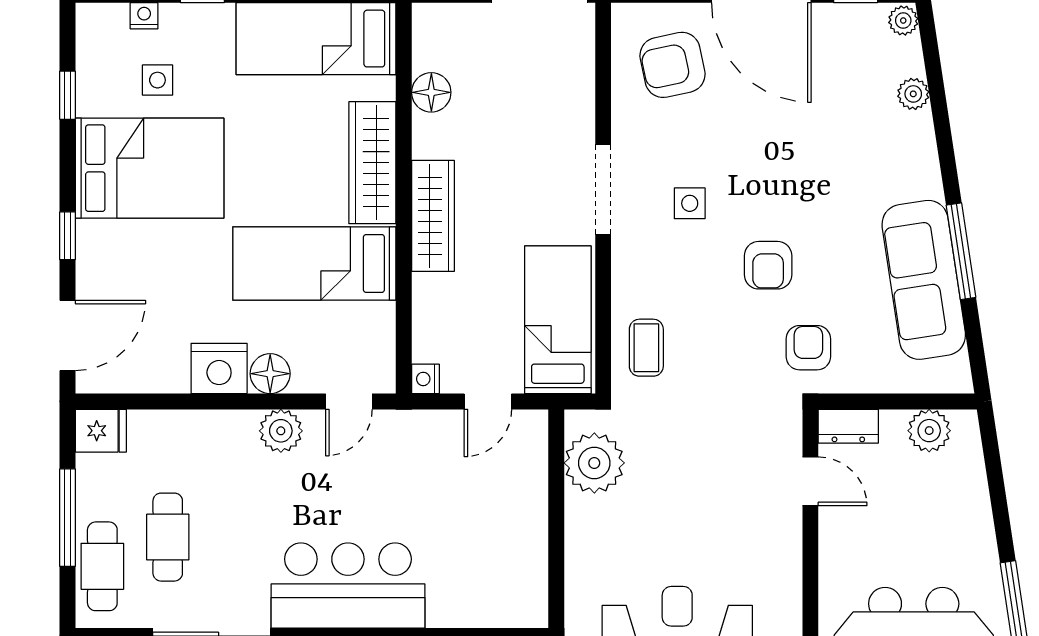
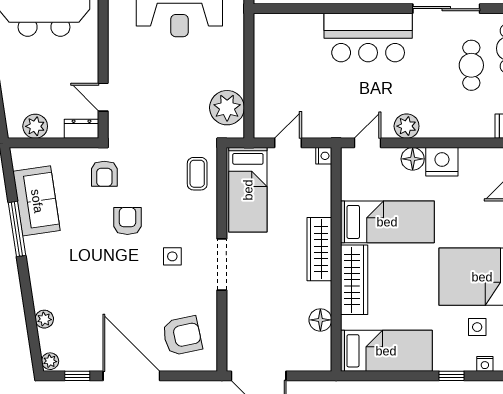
sofa: (924, 280) -> (37, 201), width x0.73

